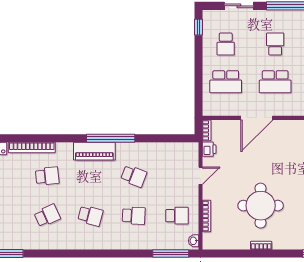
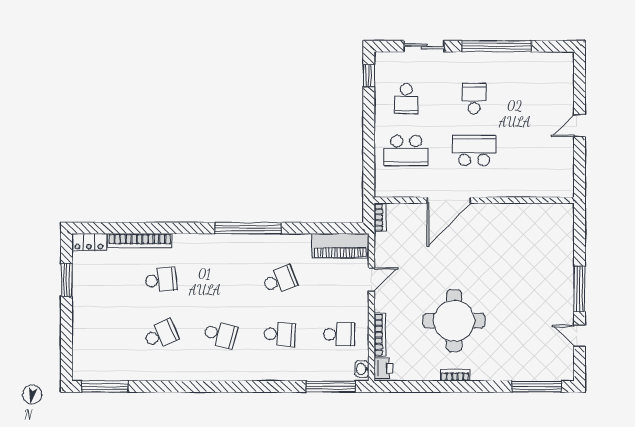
school desk: (275, 82) -> (474, 150), turned 180
printer: (209, 149) -> (383, 368), moved
piano: (94, 151) -> (340, 246), moved
school desk: (134, 176) -> (280, 280), turned -42

